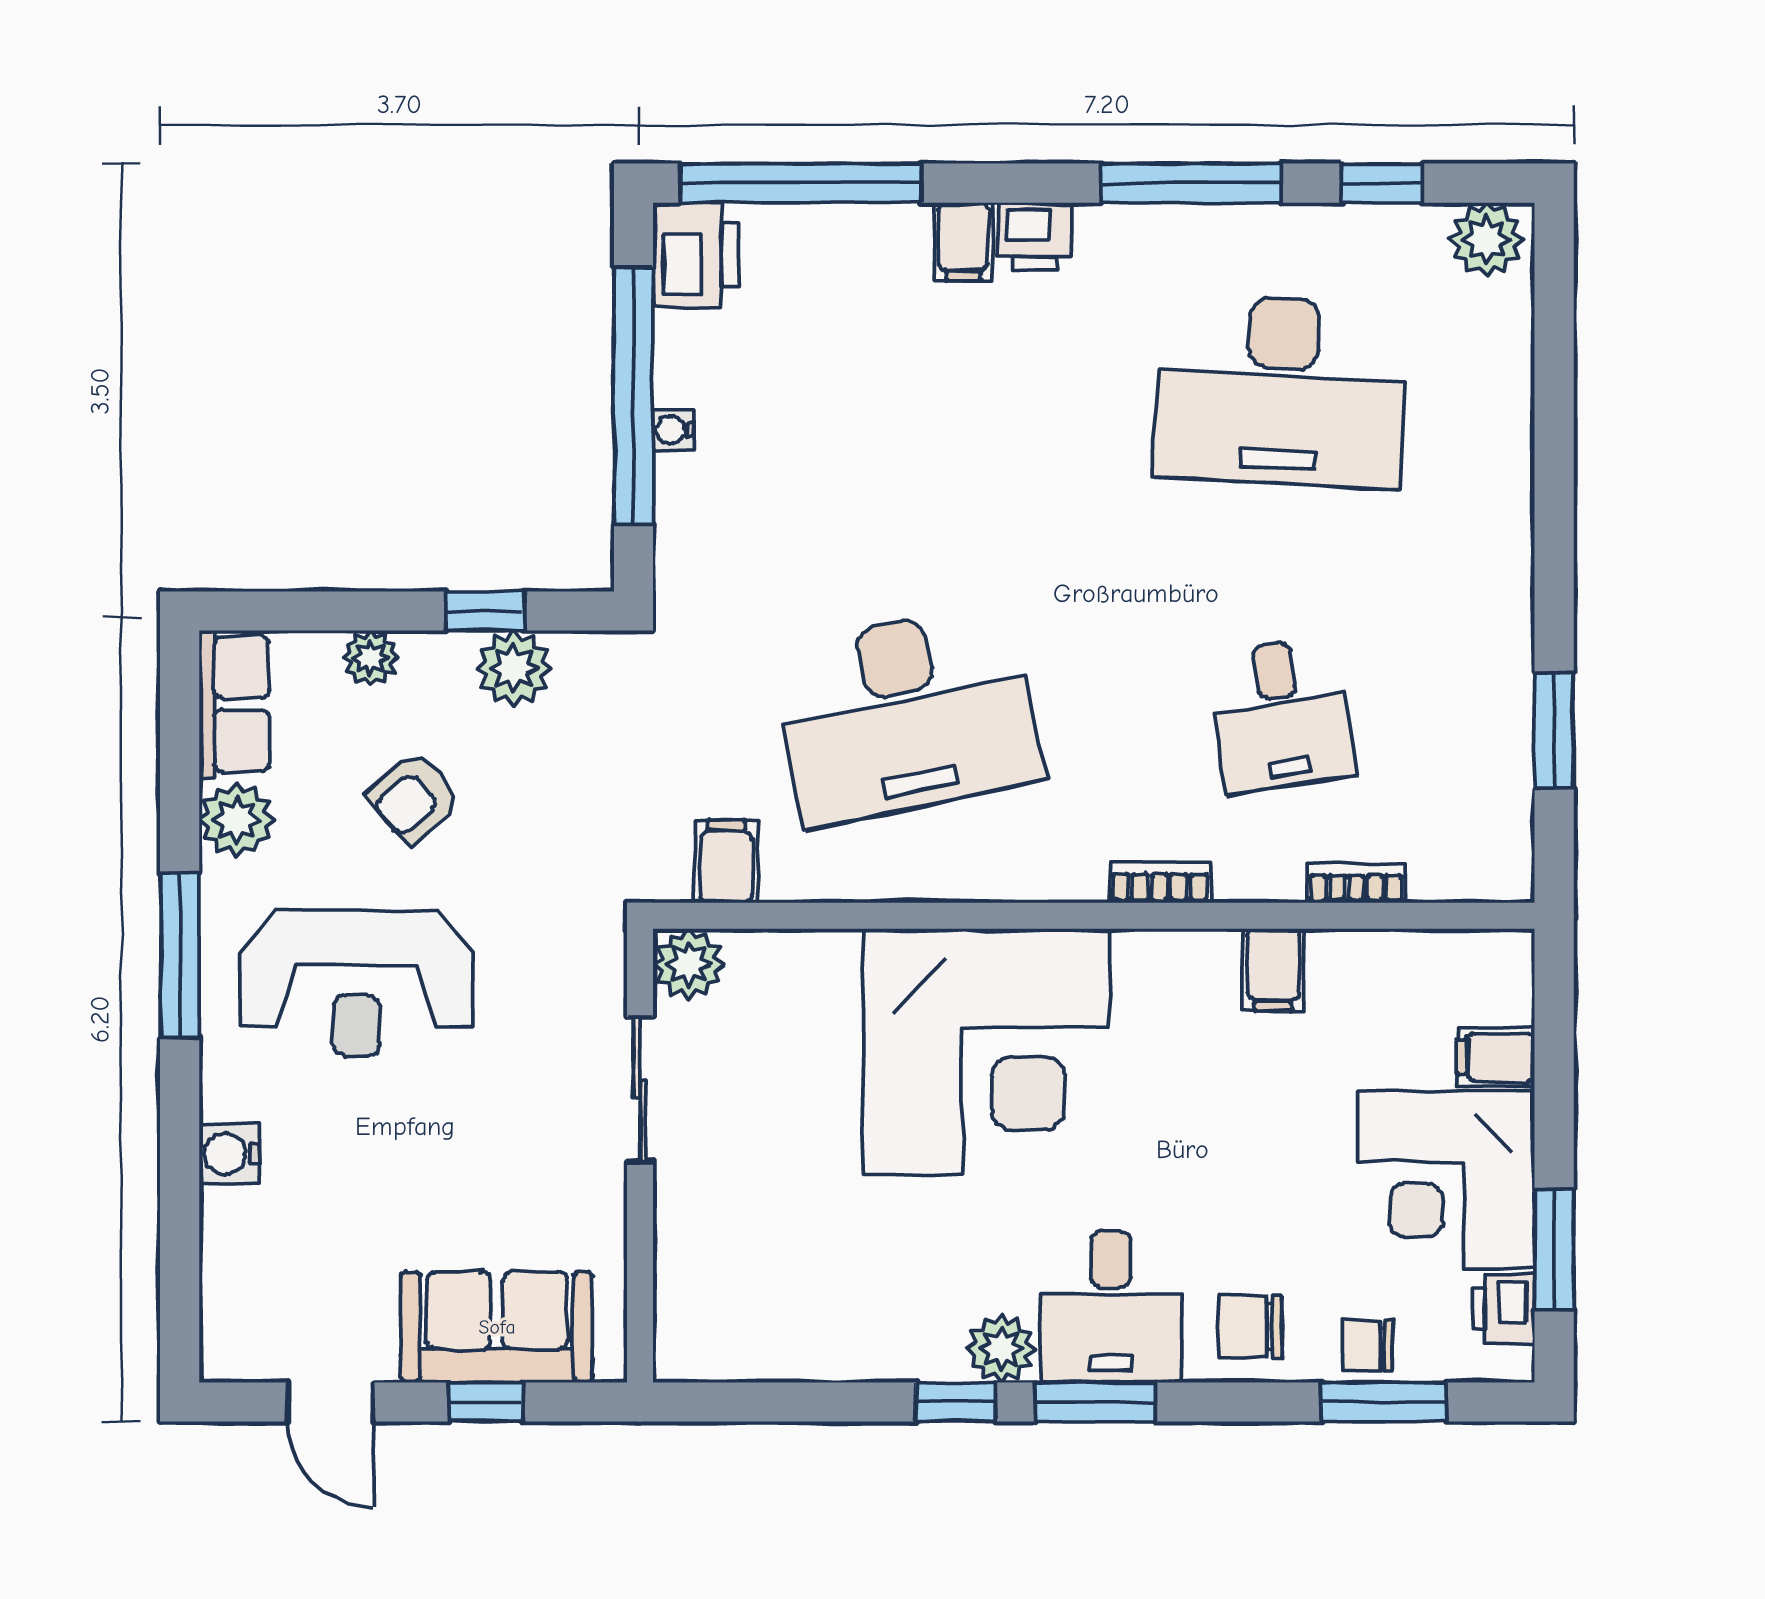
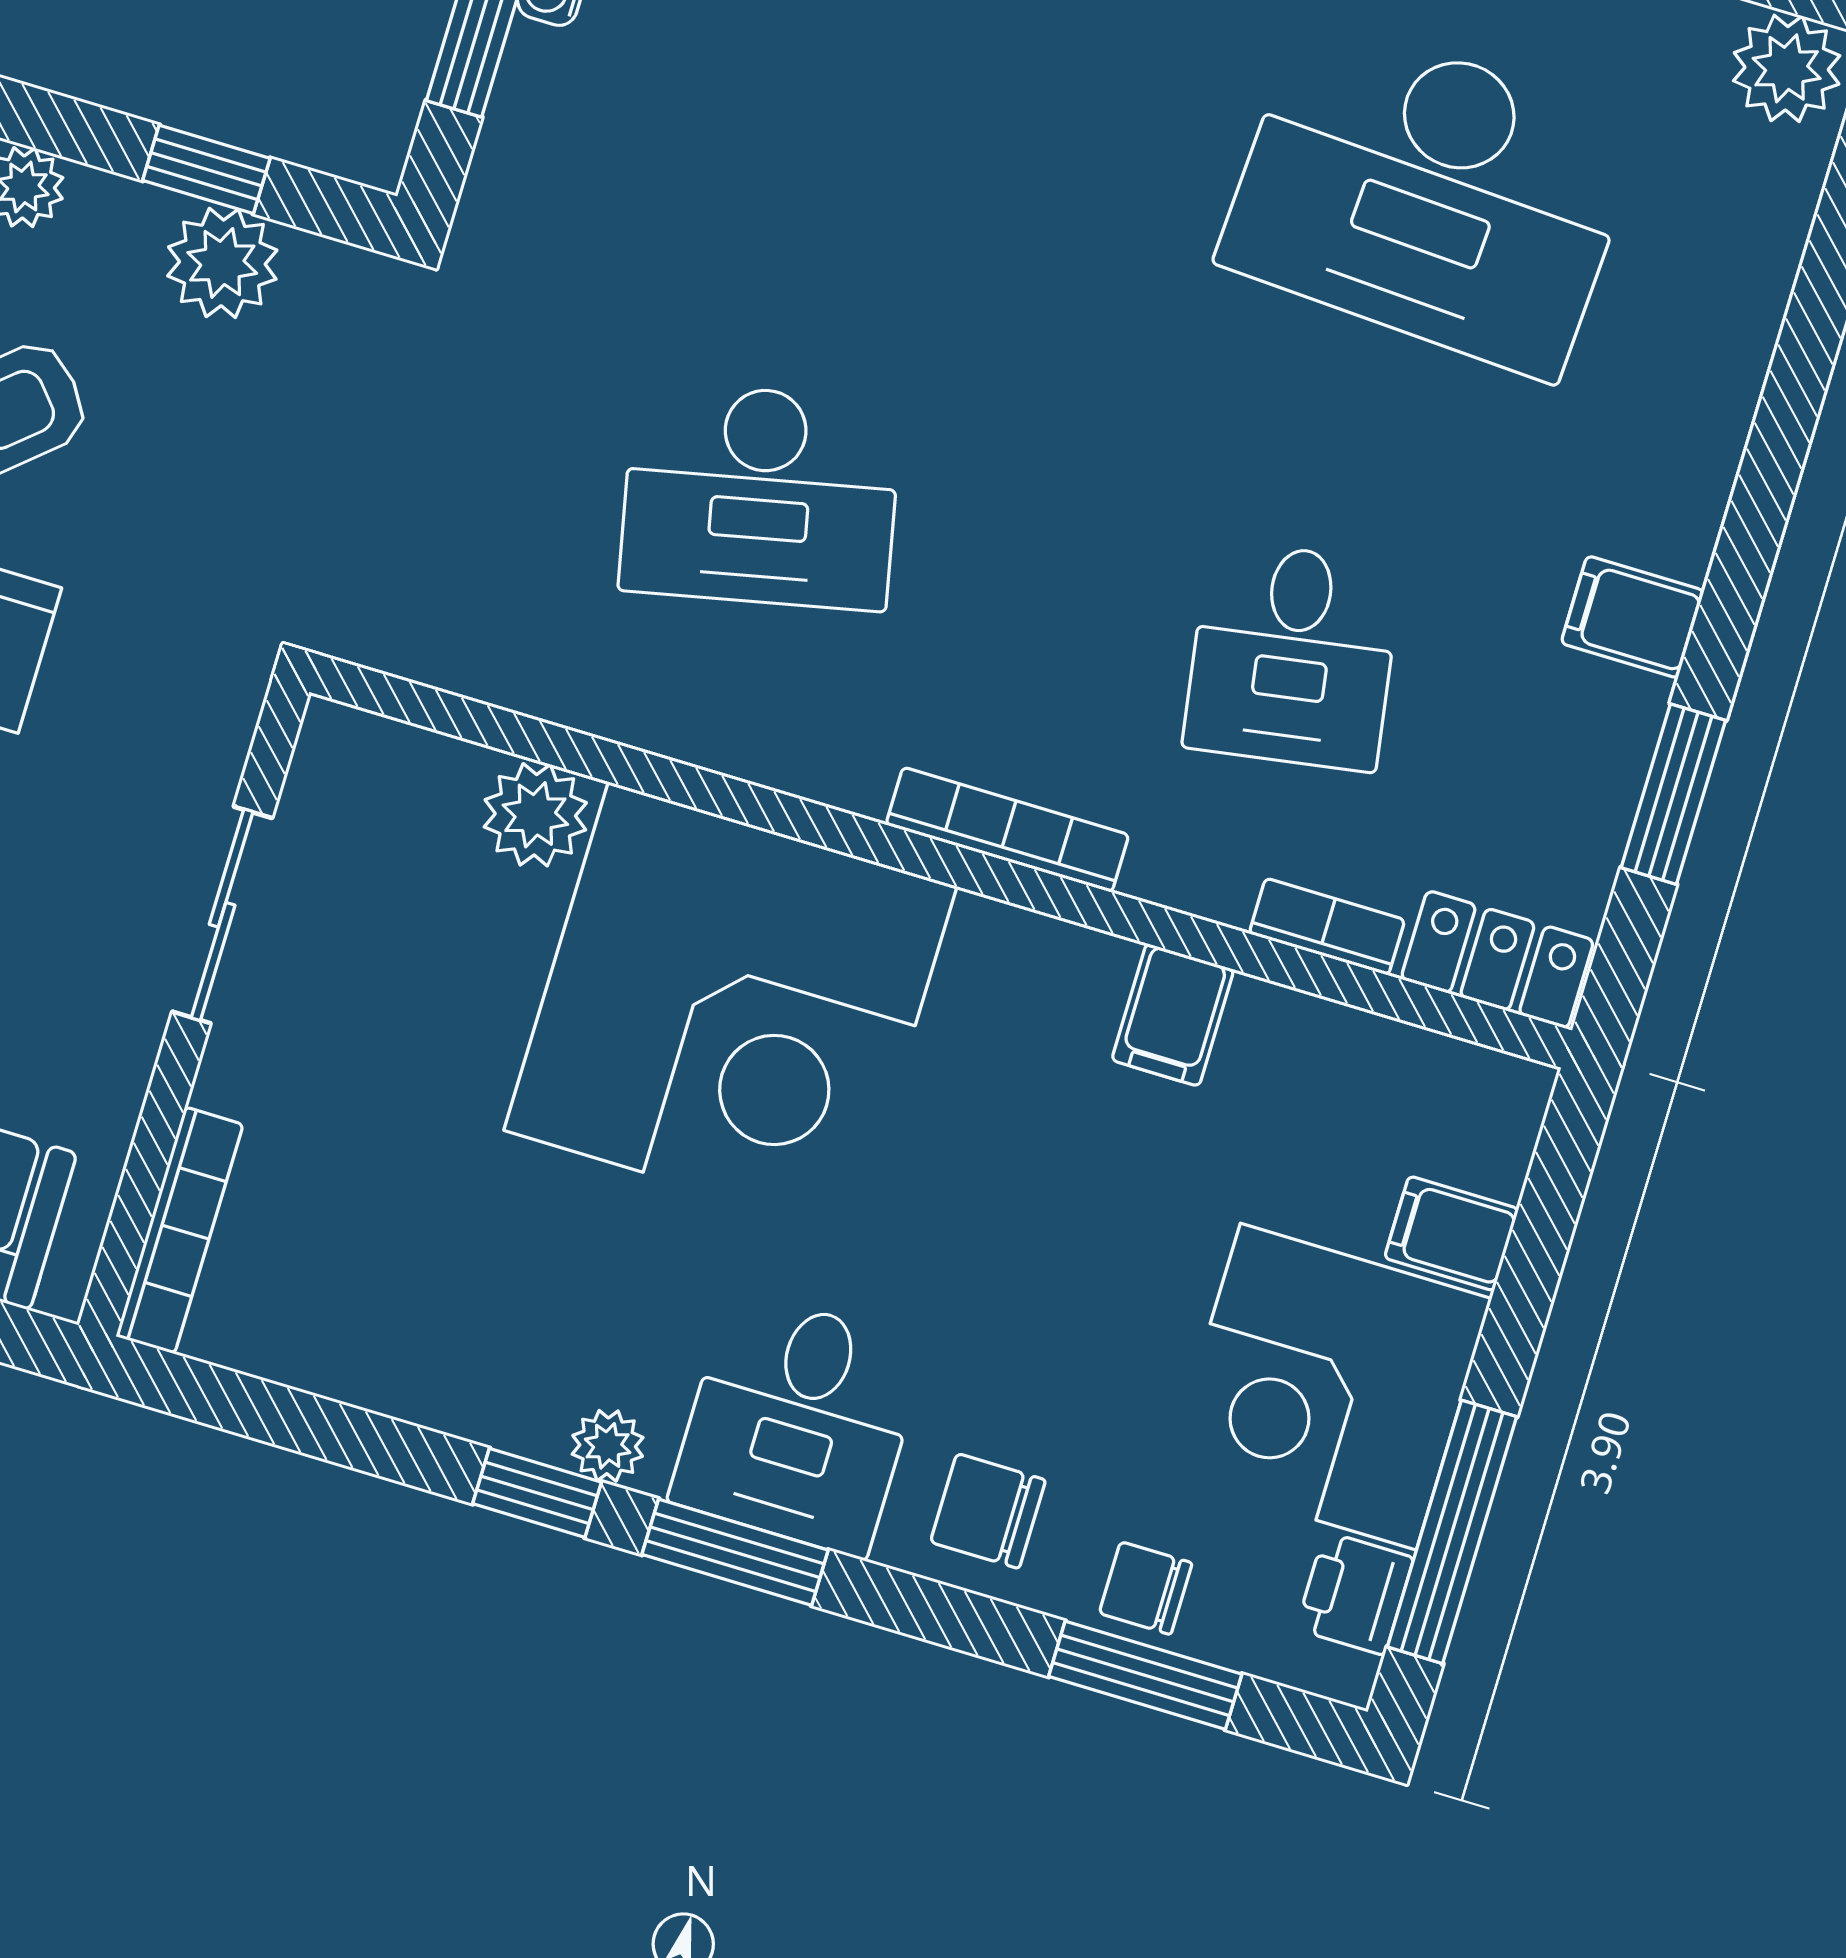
desk: (906, 715) -> (760, 496), width x0.73, depth x0.77
filing cabinet: (726, 861) -> (1633, 617), moved, turned -90
locker: (1472, 871) -> (1497, 960), added
bookcase: (1159, 882) -> (1007, 830), width x1.56
plant: (688, 964) -> (535, 815), moved
window: (1554, 1250) -> (1452, 1532), width x1.44
bookcase: (674, 1302) -> (180, 1230), added
plant: (1001, 1349) -> (608, 1446), width x0.73, depth x0.73

